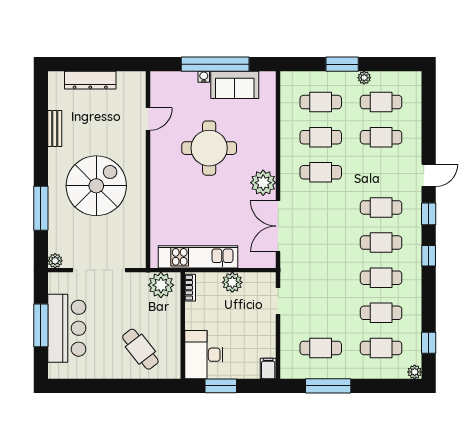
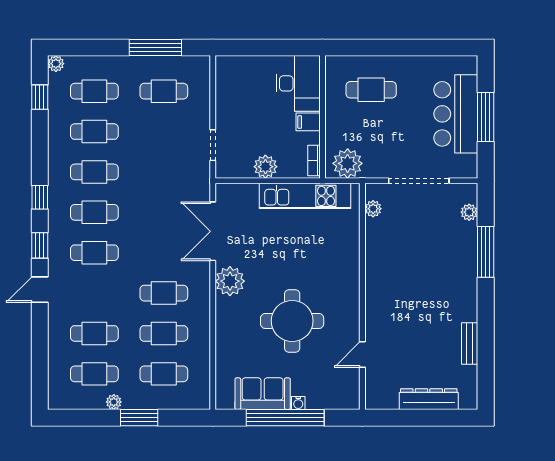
spiral stairs: (96, 186) -> (422, 278), removed
double door: (278, 226) -> (213, 231), swing flipped
plant: (139, 246) -> (373, 209), added
plant: (55, 261) -> (469, 212), moved
cafe table: (140, 349) -> (371, 90), turned -52
filing cabinet: (268, 369) -> (308, 122), moved, turned 90
window: (221, 386) -> (279, 47), removed

